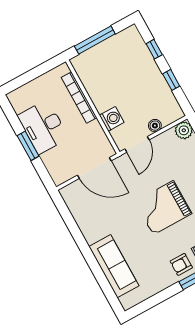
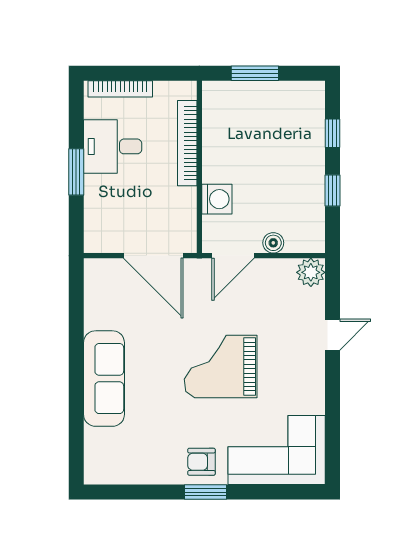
window: (95, 40) -> (255, 73), width x0.69
bookcase: (27, 88) -> (120, 89), added
desk: (43, 127) -> (113, 146), width x0.73
sofa: (114, 266) -> (104, 379), moved

